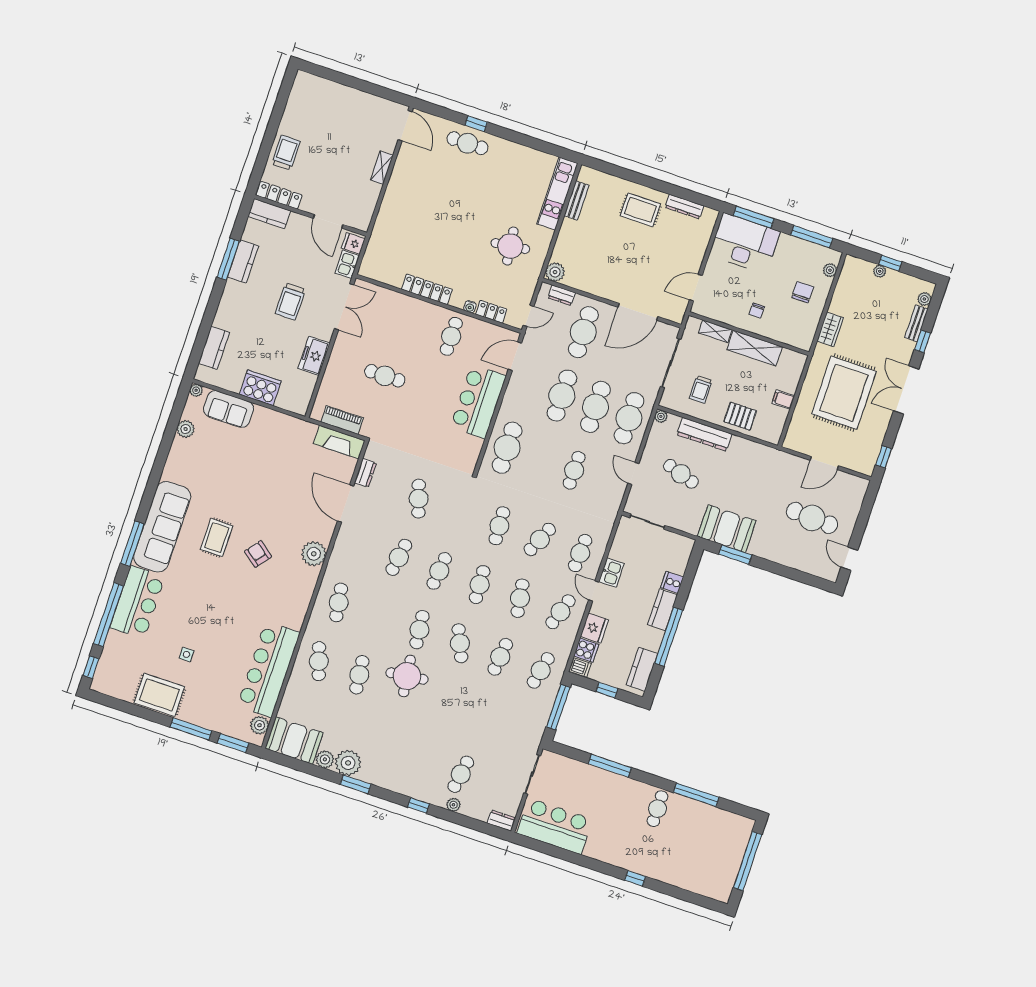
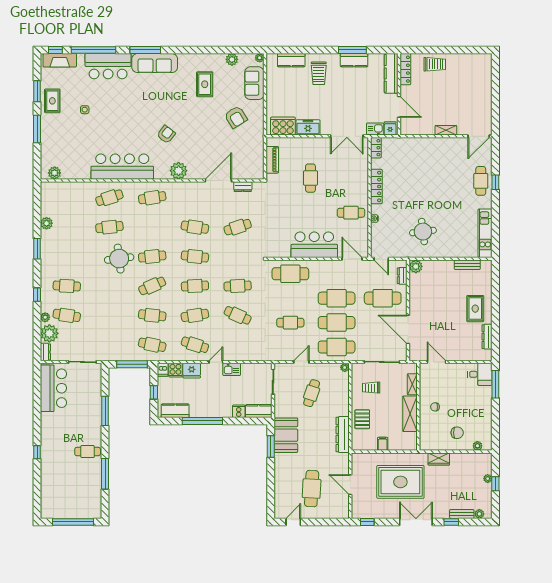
kitchen unit: (557, 194) -> (485, 233), moved, turned -90
kitchen counter: (269, 214) -> (391, 73), width x1.50
door: (328, 221) -> (399, 107), swing flipped
window: (812, 237) -> (495, 426), removed
desk: (745, 243) -> (480, 374), width x0.53, depth x0.77
trolley: (290, 302) -> (319, 73), moved, turned -90
locker: (491, 312) -> (376, 148), moved
cooker: (260, 388) -> (283, 126), moved, turned -90
dresser: (704, 434) -> (343, 435), moved
fireplace: (339, 442) -> (60, 60), moved, turned -90
armchair: (267, 450) -> (236, 117), added
sofa: (162, 527) -> (155, 63), width x0.74, depth x0.79
rug: (217, 538) -> (205, 84), moved, turned 90
cafe table: (580, 553) -> (67, 286), moved
kitchen counter: (663, 610) -> (259, 411), moved
bar counter: (269, 669) -> (122, 167), moved
rug: (159, 695) -> (52, 101), width x0.73, depth x0.70
booth: (294, 741) -> (52, 199), removed
window: (233, 743) -> (37, 91), moved
plant: (348, 763) -> (49, 333), moved

